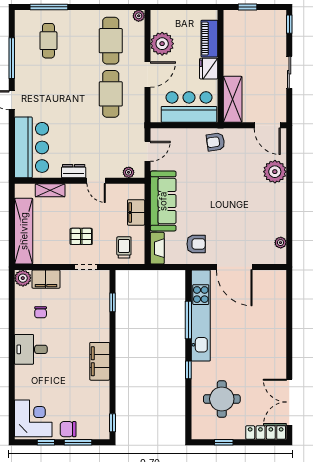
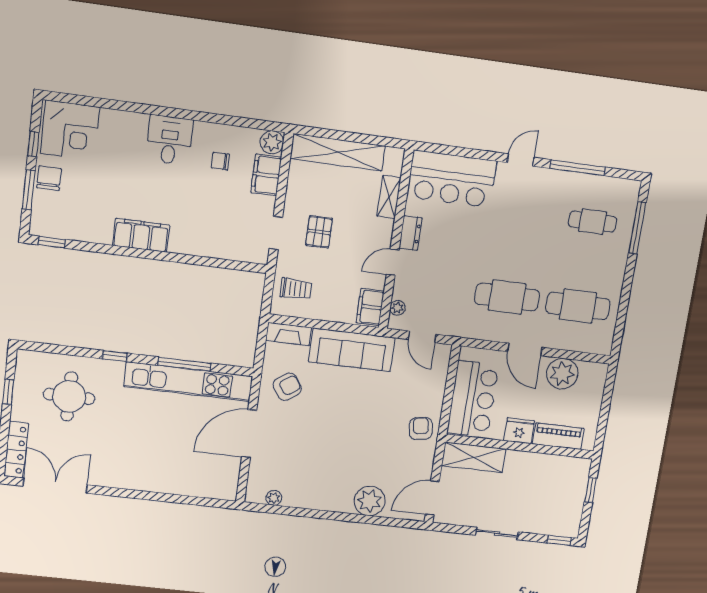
plant: (139, 16) -> (604, 347), removed
filing cabinet: (136, 212) -> (370, 307), moved, turned -90
armchair: (196, 244) -> (287, 387), turned -125
window: (112, 302) -> (222, 263), removed

